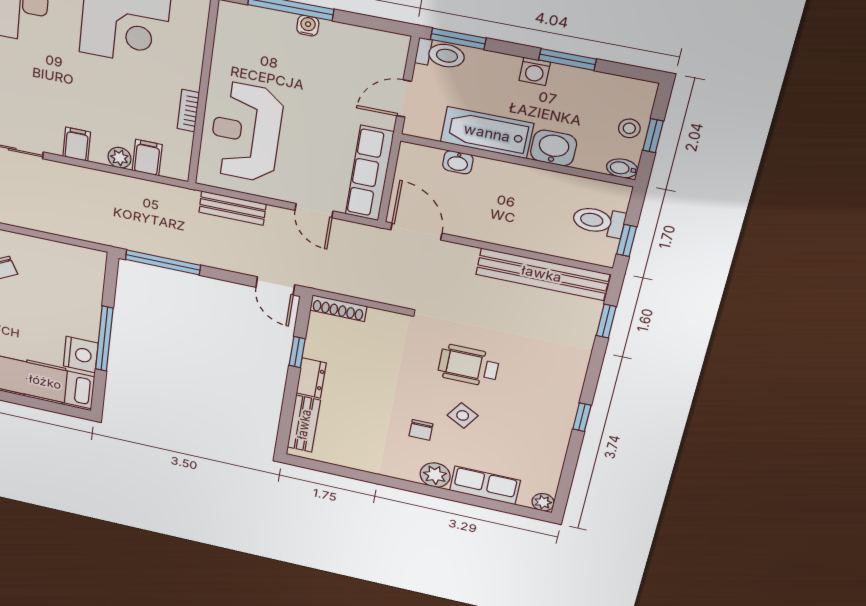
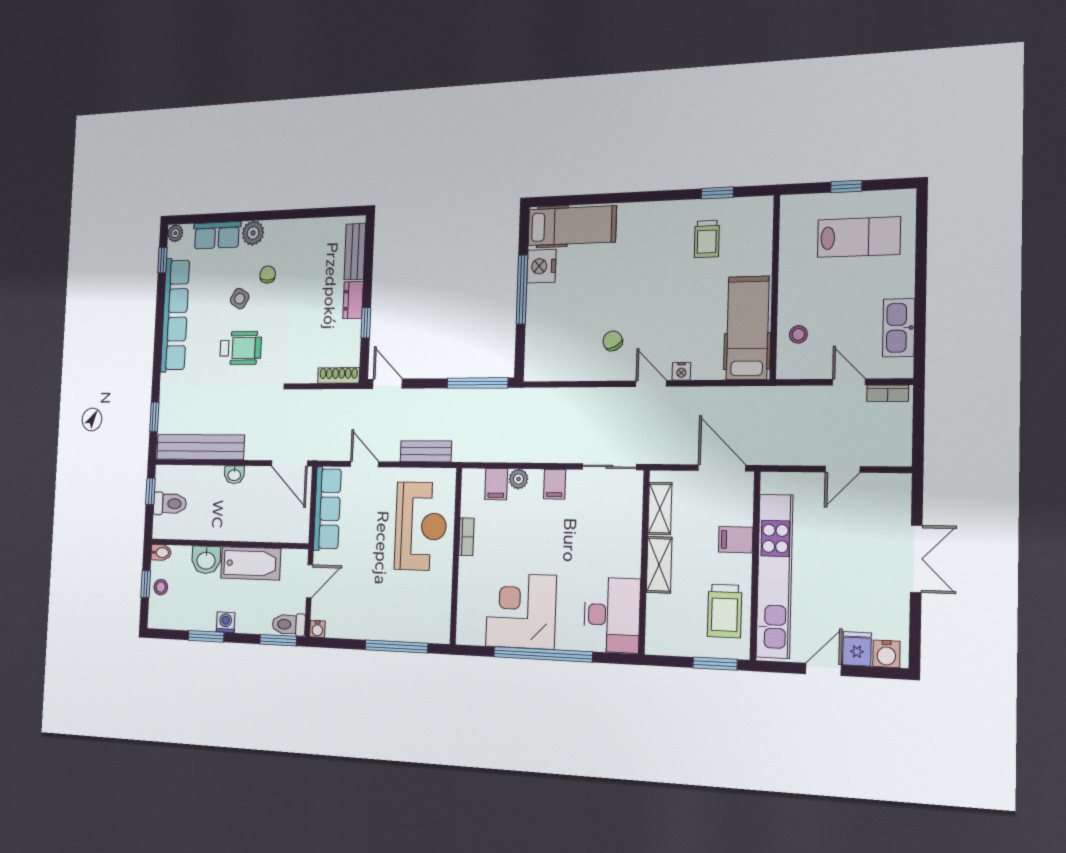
water cooler: (308, 26) -> (317, 629), moved
washbasin: (458, 162) -> (234, 475), moved, turned 180
window: (582, 417) -> (162, 260), moved
row of seats: (557, 421) -> (175, 315), added

